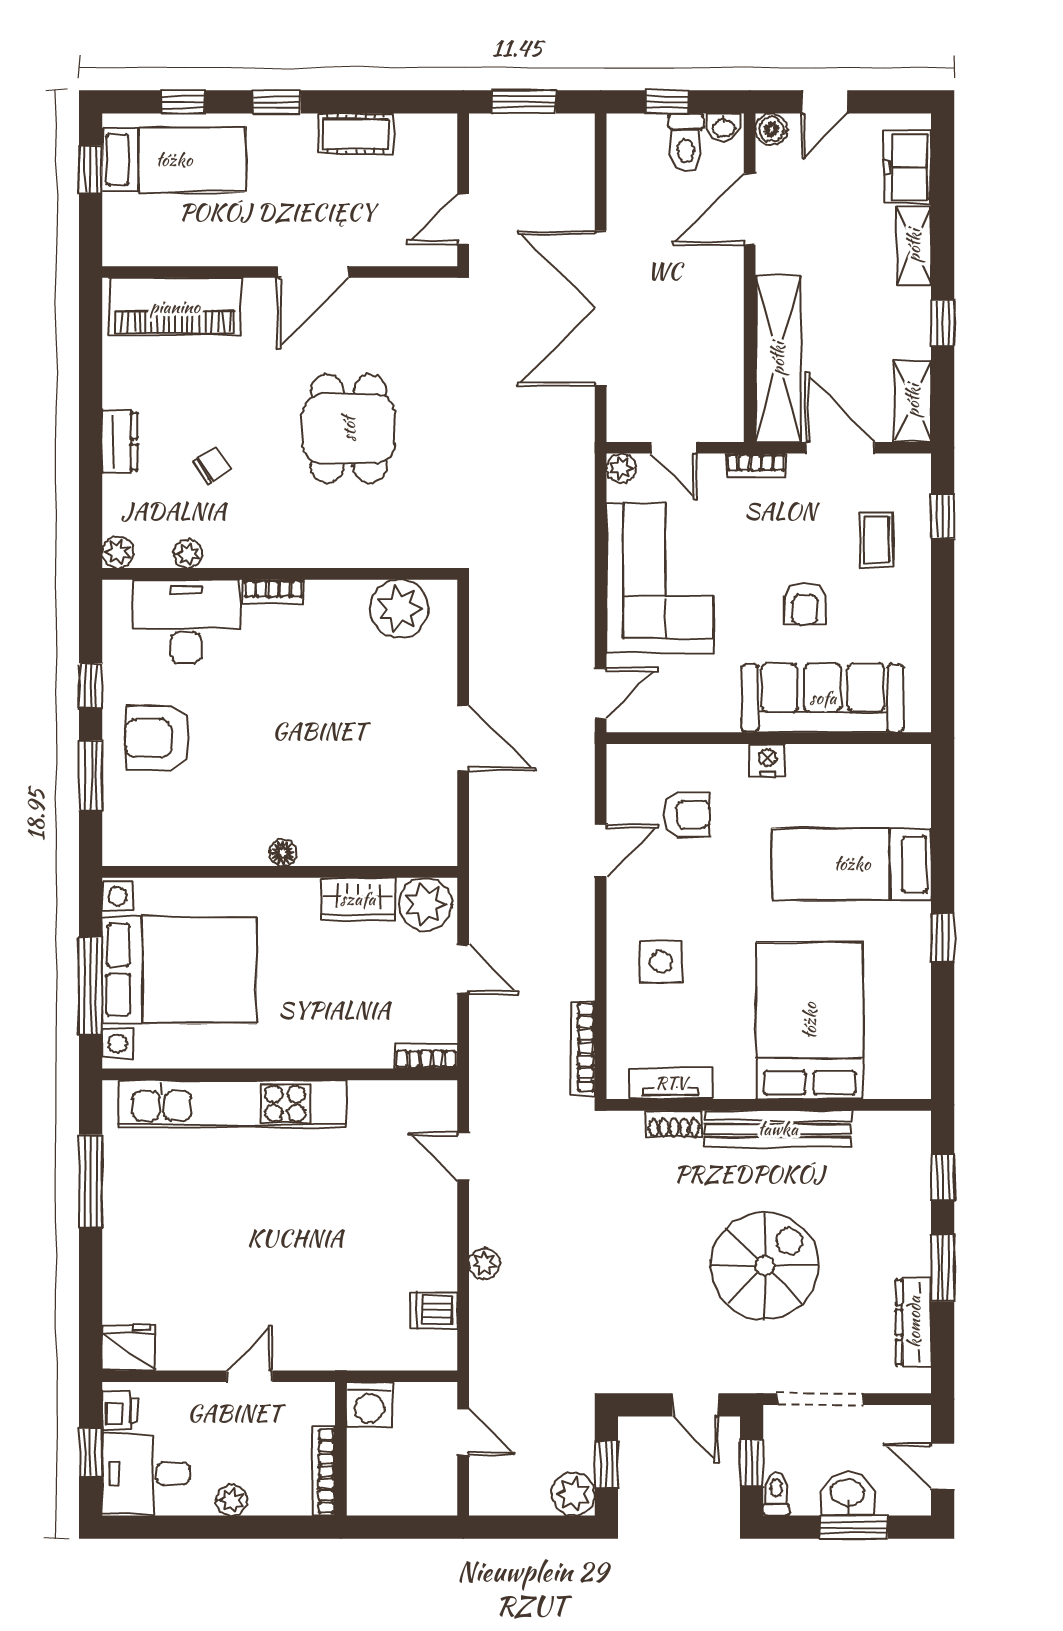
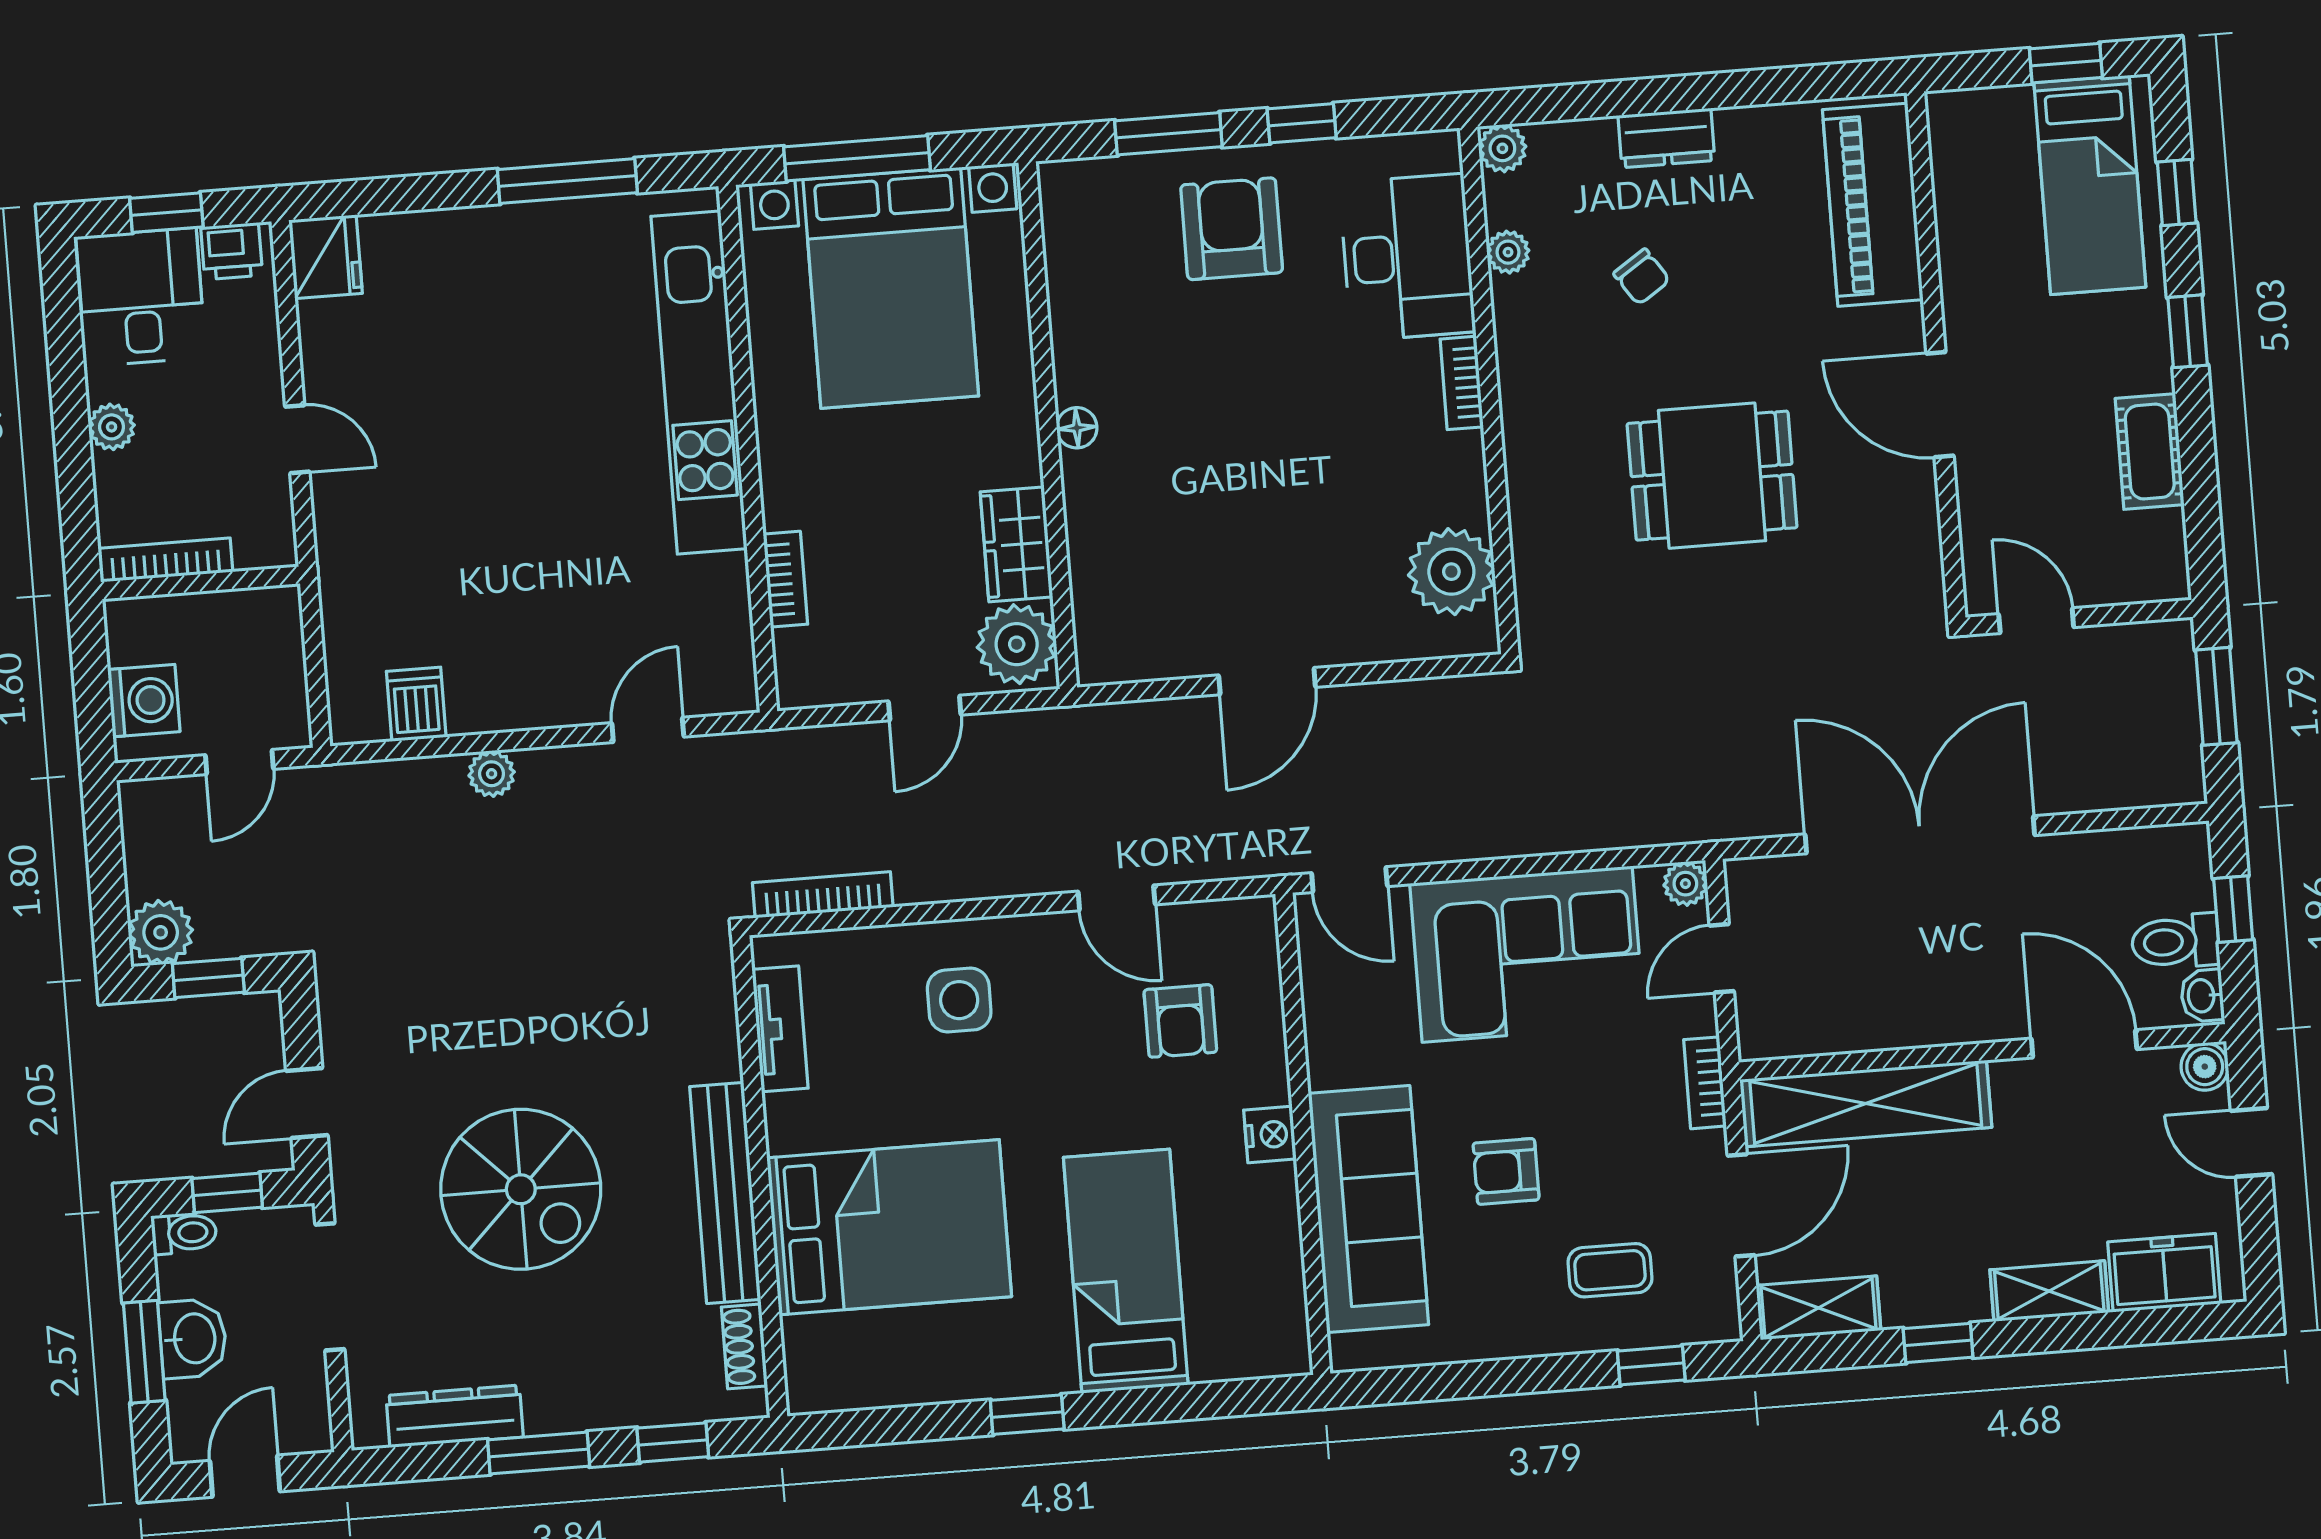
bookcase: (426, 1056) -> (785, 579), moved
shoe rack: (674, 1124) -> (744, 1346), moved
washing machine: (369, 1405) -> (144, 701), moved, turned 180

